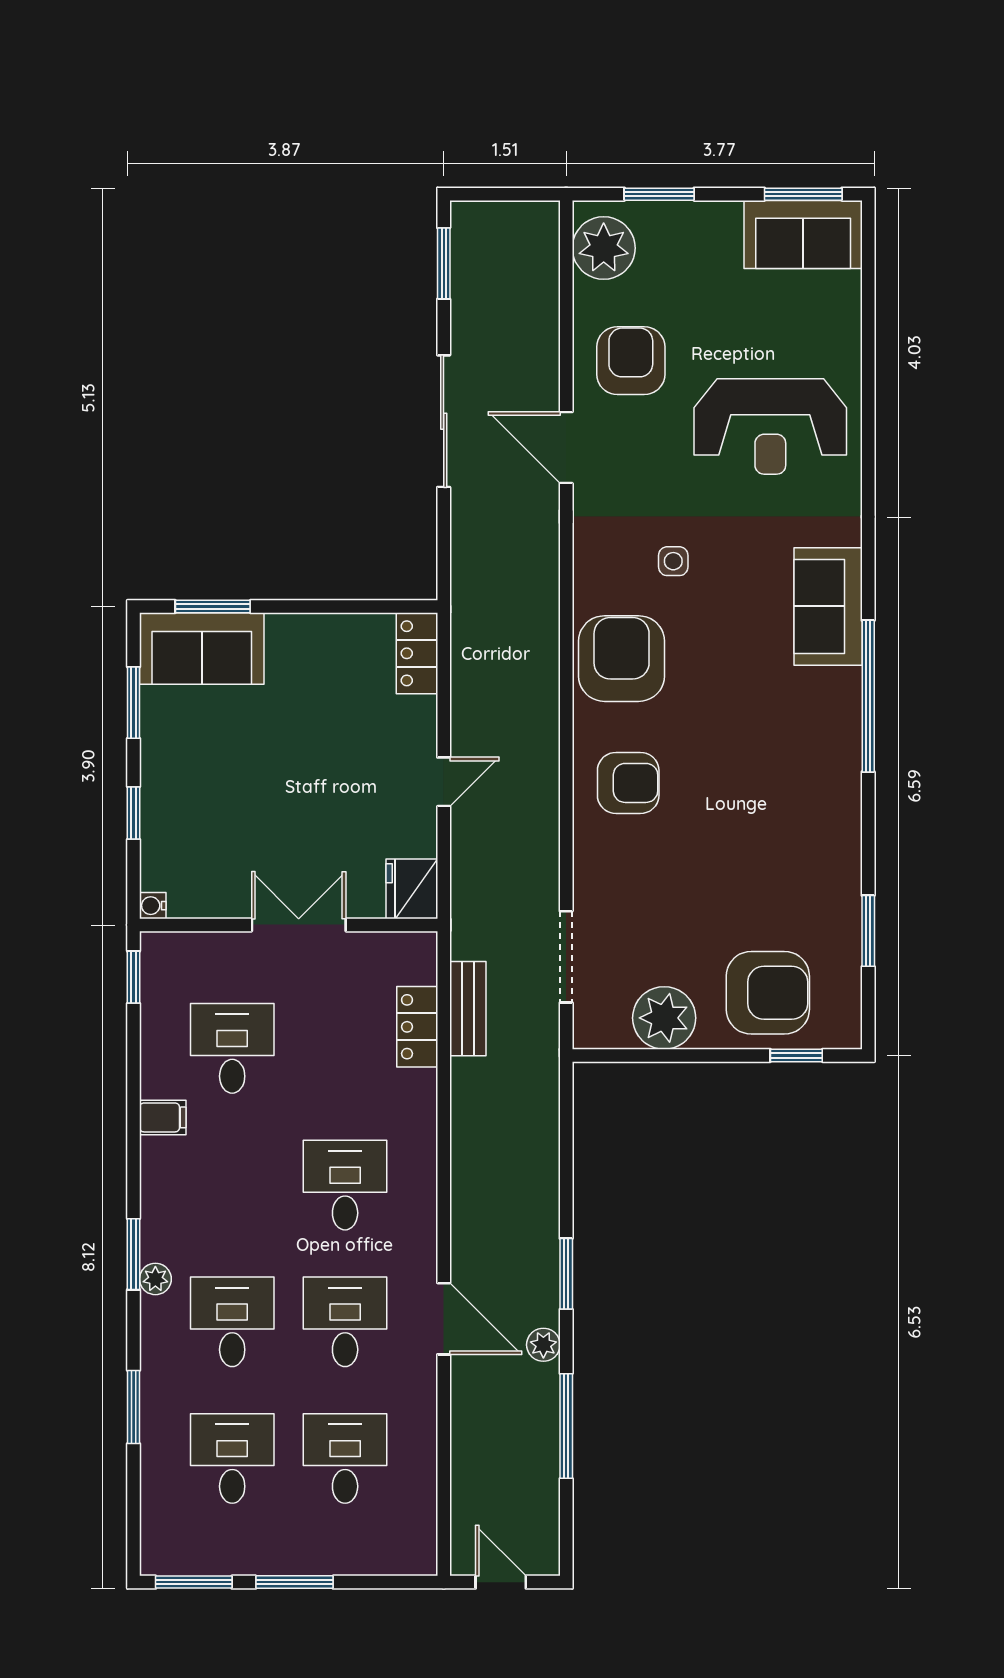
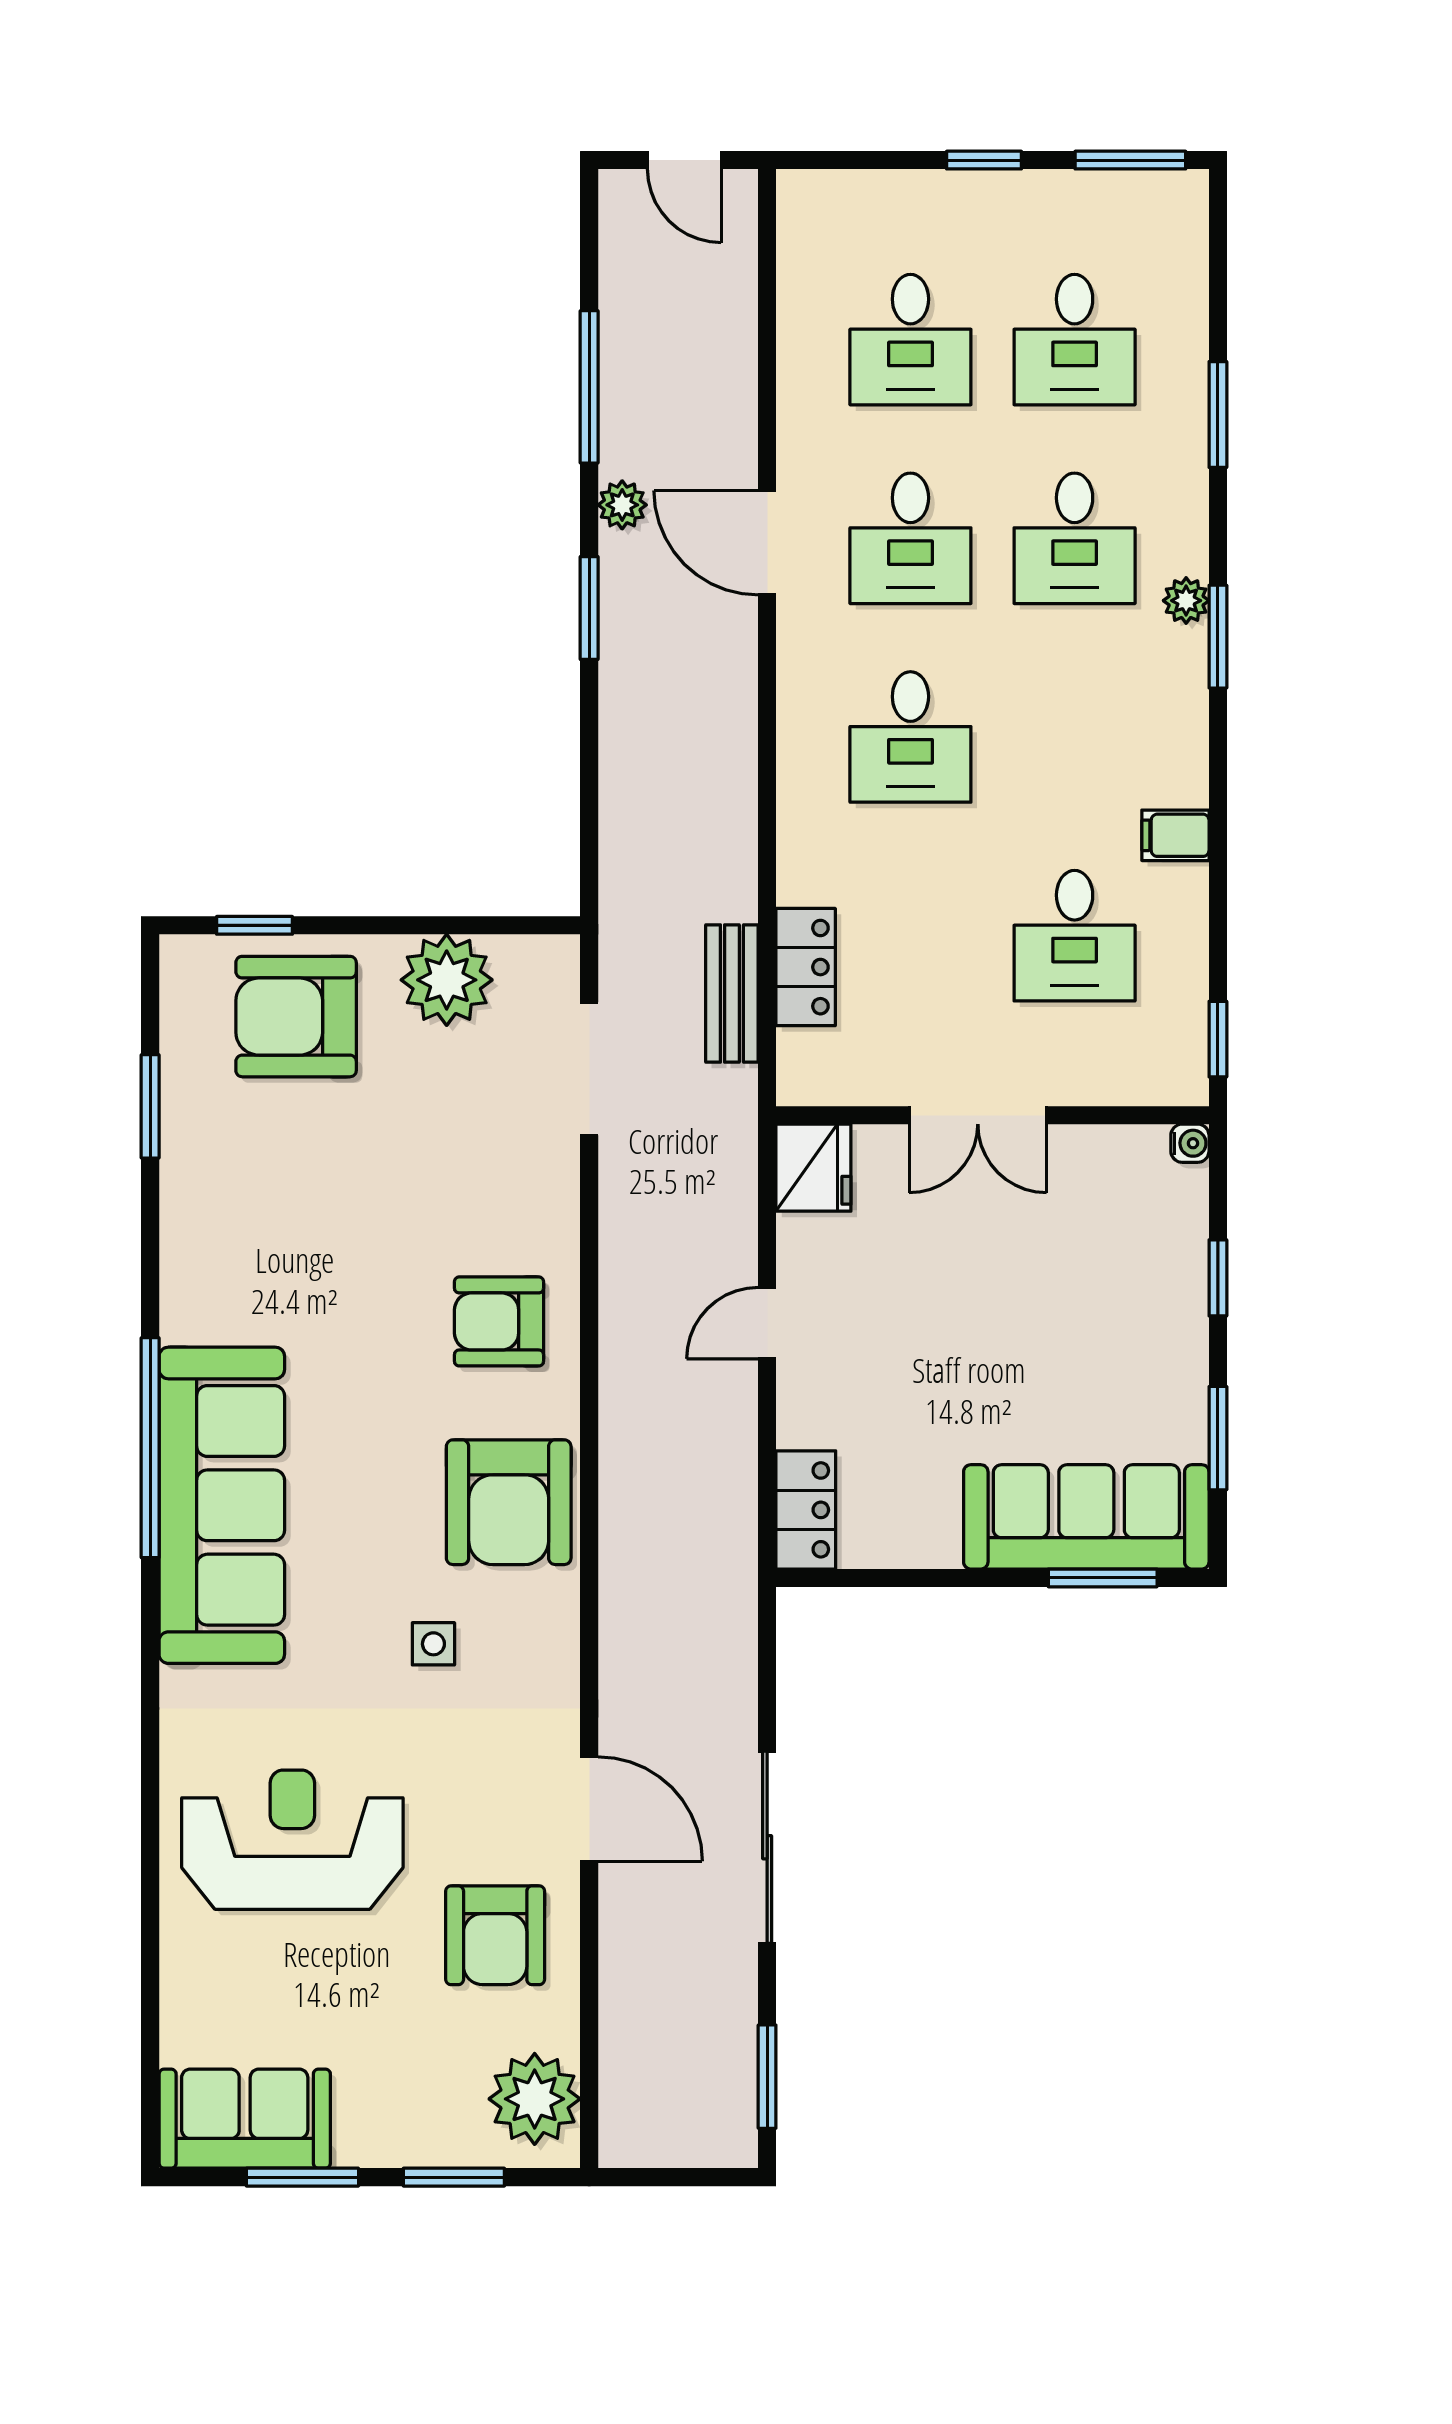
window: (803, 194) -> (302, 2177), moved
sofa: (828, 606) -> (222, 1505), width x1.85, depth x1.27
sofa: (202, 649) -> (1086, 1517), width x1.36
window: (294, 1582) -> (984, 160), width x0.67

